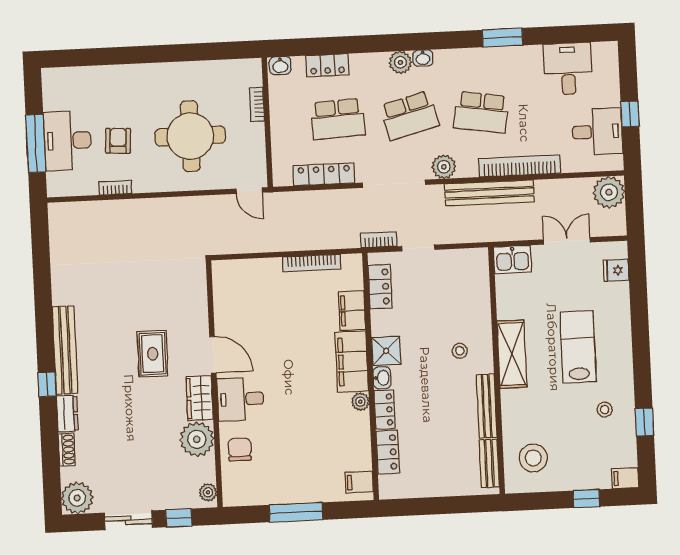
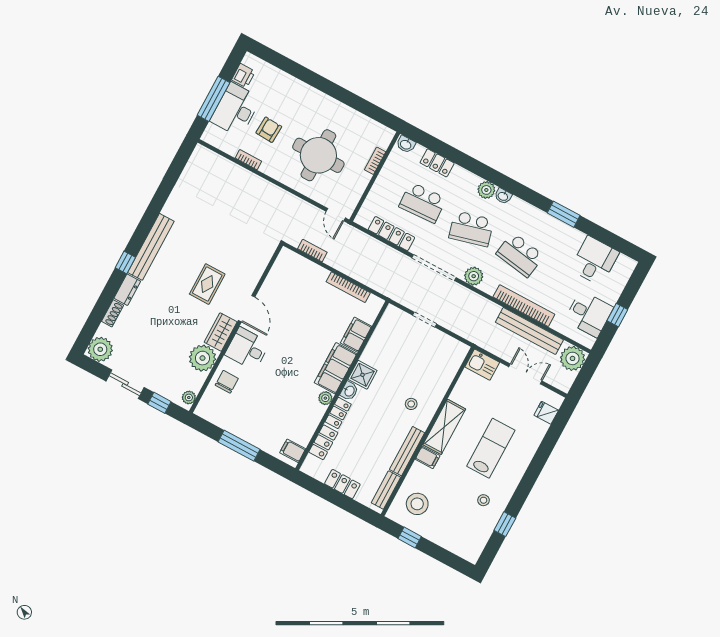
printer: (54, 98) -> (243, 76), added
bench: (489, 193) -> (529, 331), moved
bookcase: (379, 240) -> (312, 251), moved
locker: (380, 287) -> (342, 484), moved, turned -90
filing cabinet: (625, 478) -> (428, 457), moved, turned 180
window: (587, 499) -> (410, 537), moved

